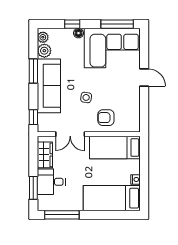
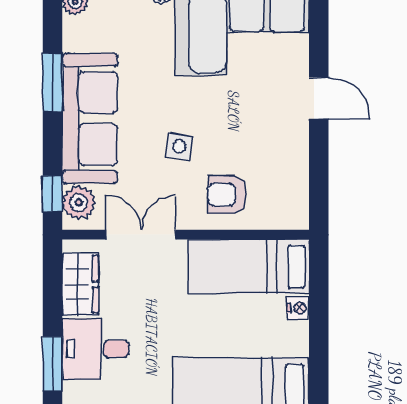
plant: (44, 51) -> (79, 203), moved
double door: (70, 134) -> (141, 235), swing flipped
nightstand: (136, 179) -> (298, 308), moved

